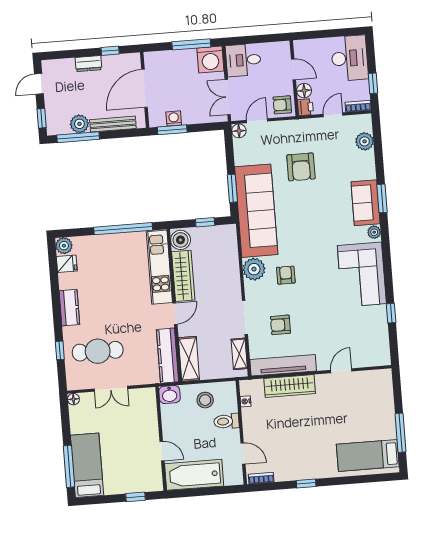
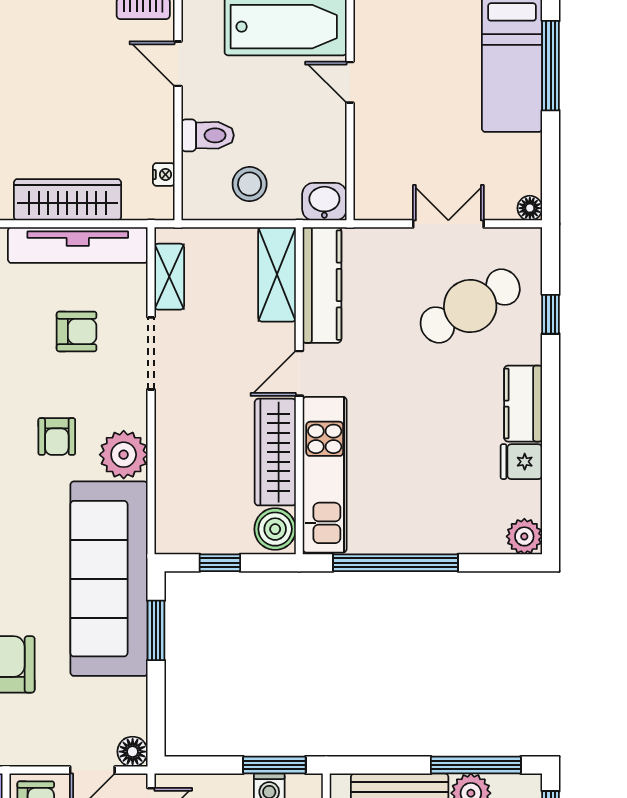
fridge: (67, 264) -> (521, 462), moved
cafe table: (98, 351) -> (470, 306), turned -30

